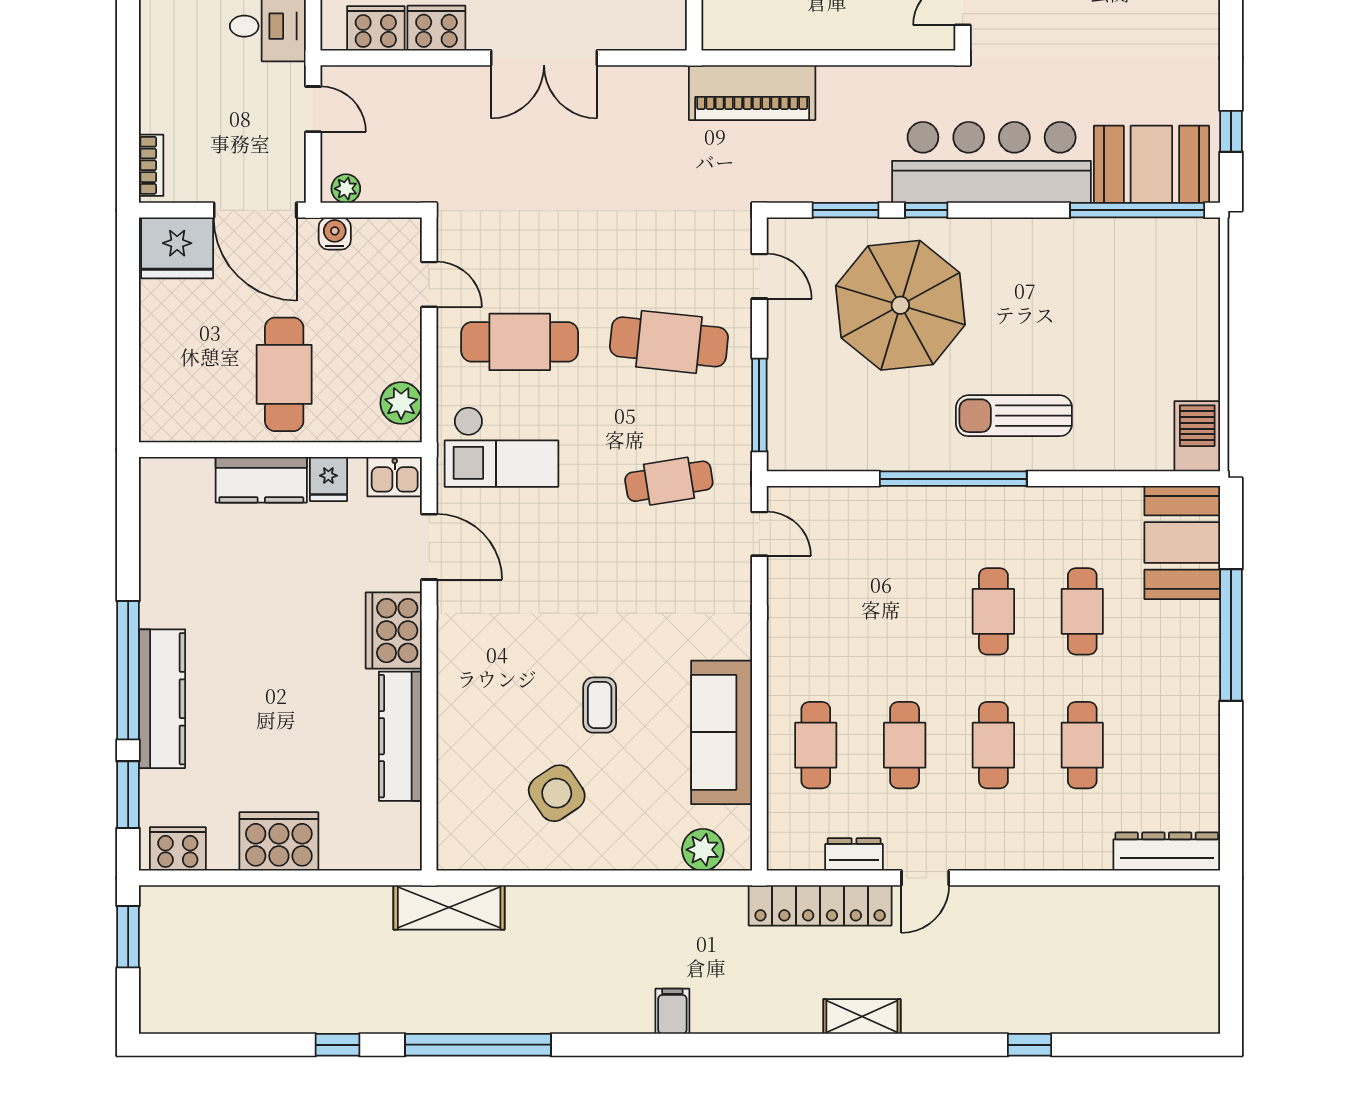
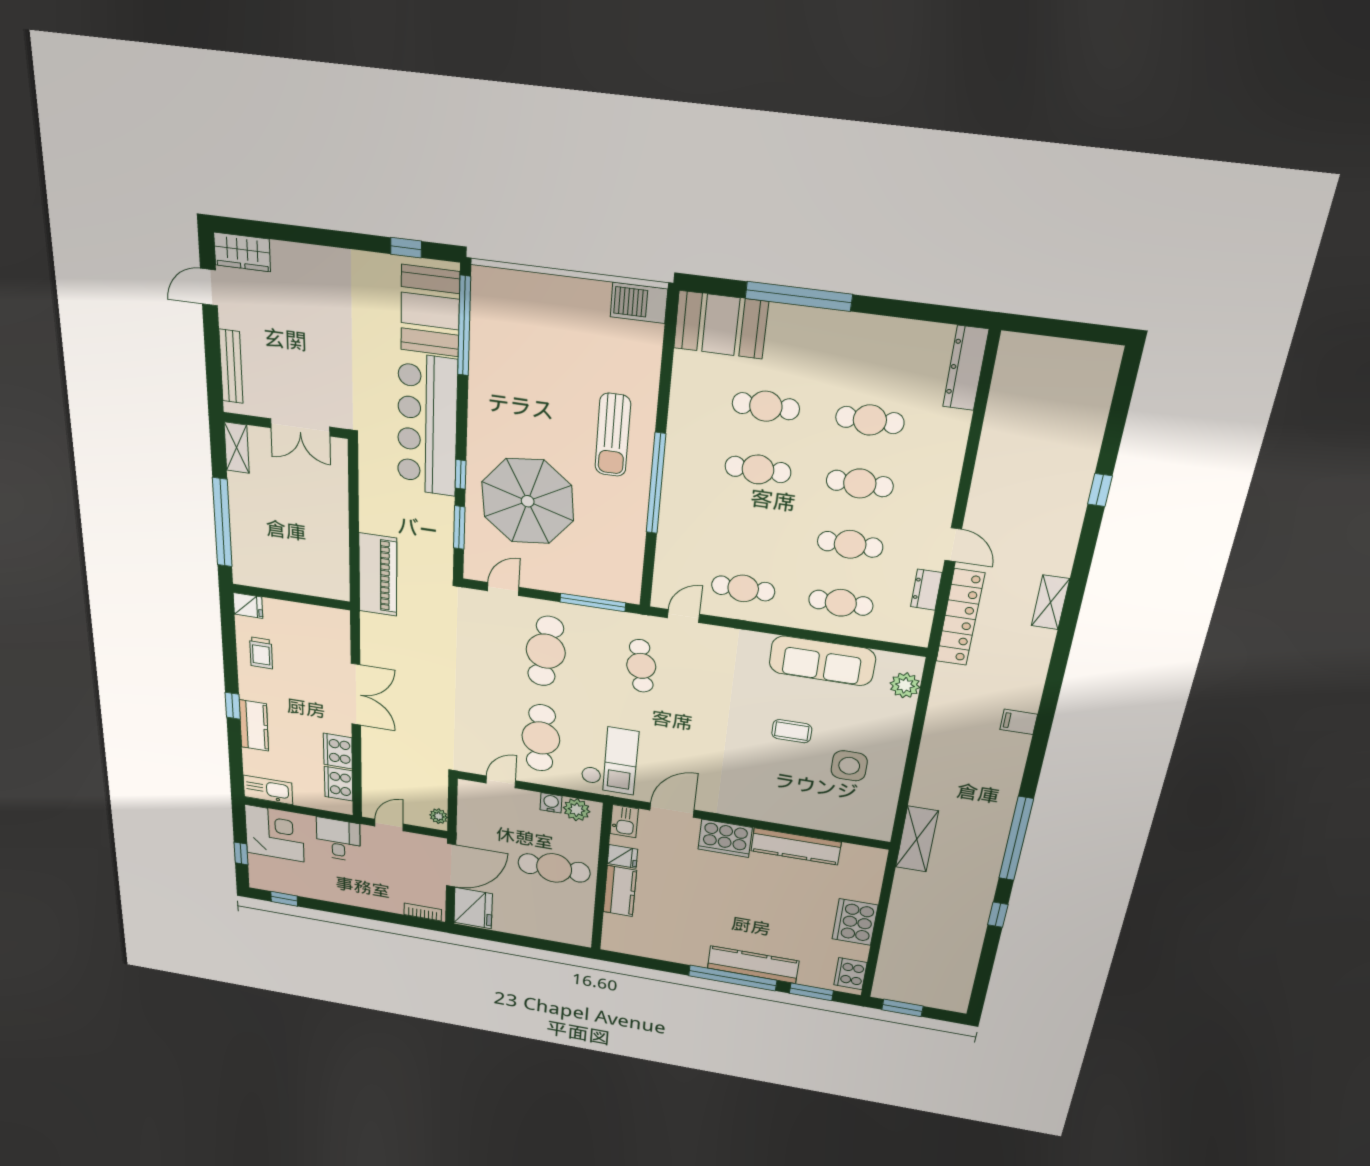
water cooler: (335, 233) -> (551, 803), moved, turned 90
cafe table: (816, 611) -> (743, 588), added
side table: (557, 793) -> (849, 766), turned 34

